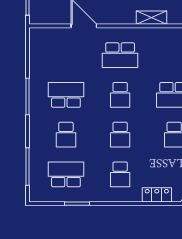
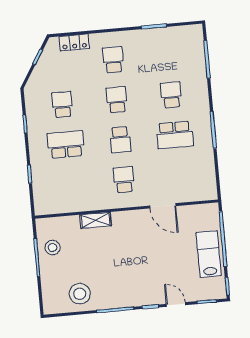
school desk: (120, 55) -> (124, 180), width x0.54
school desk: (120, 95) -> (120, 140), turned 180
school desk: (66, 174) -> (168, 55), removed

